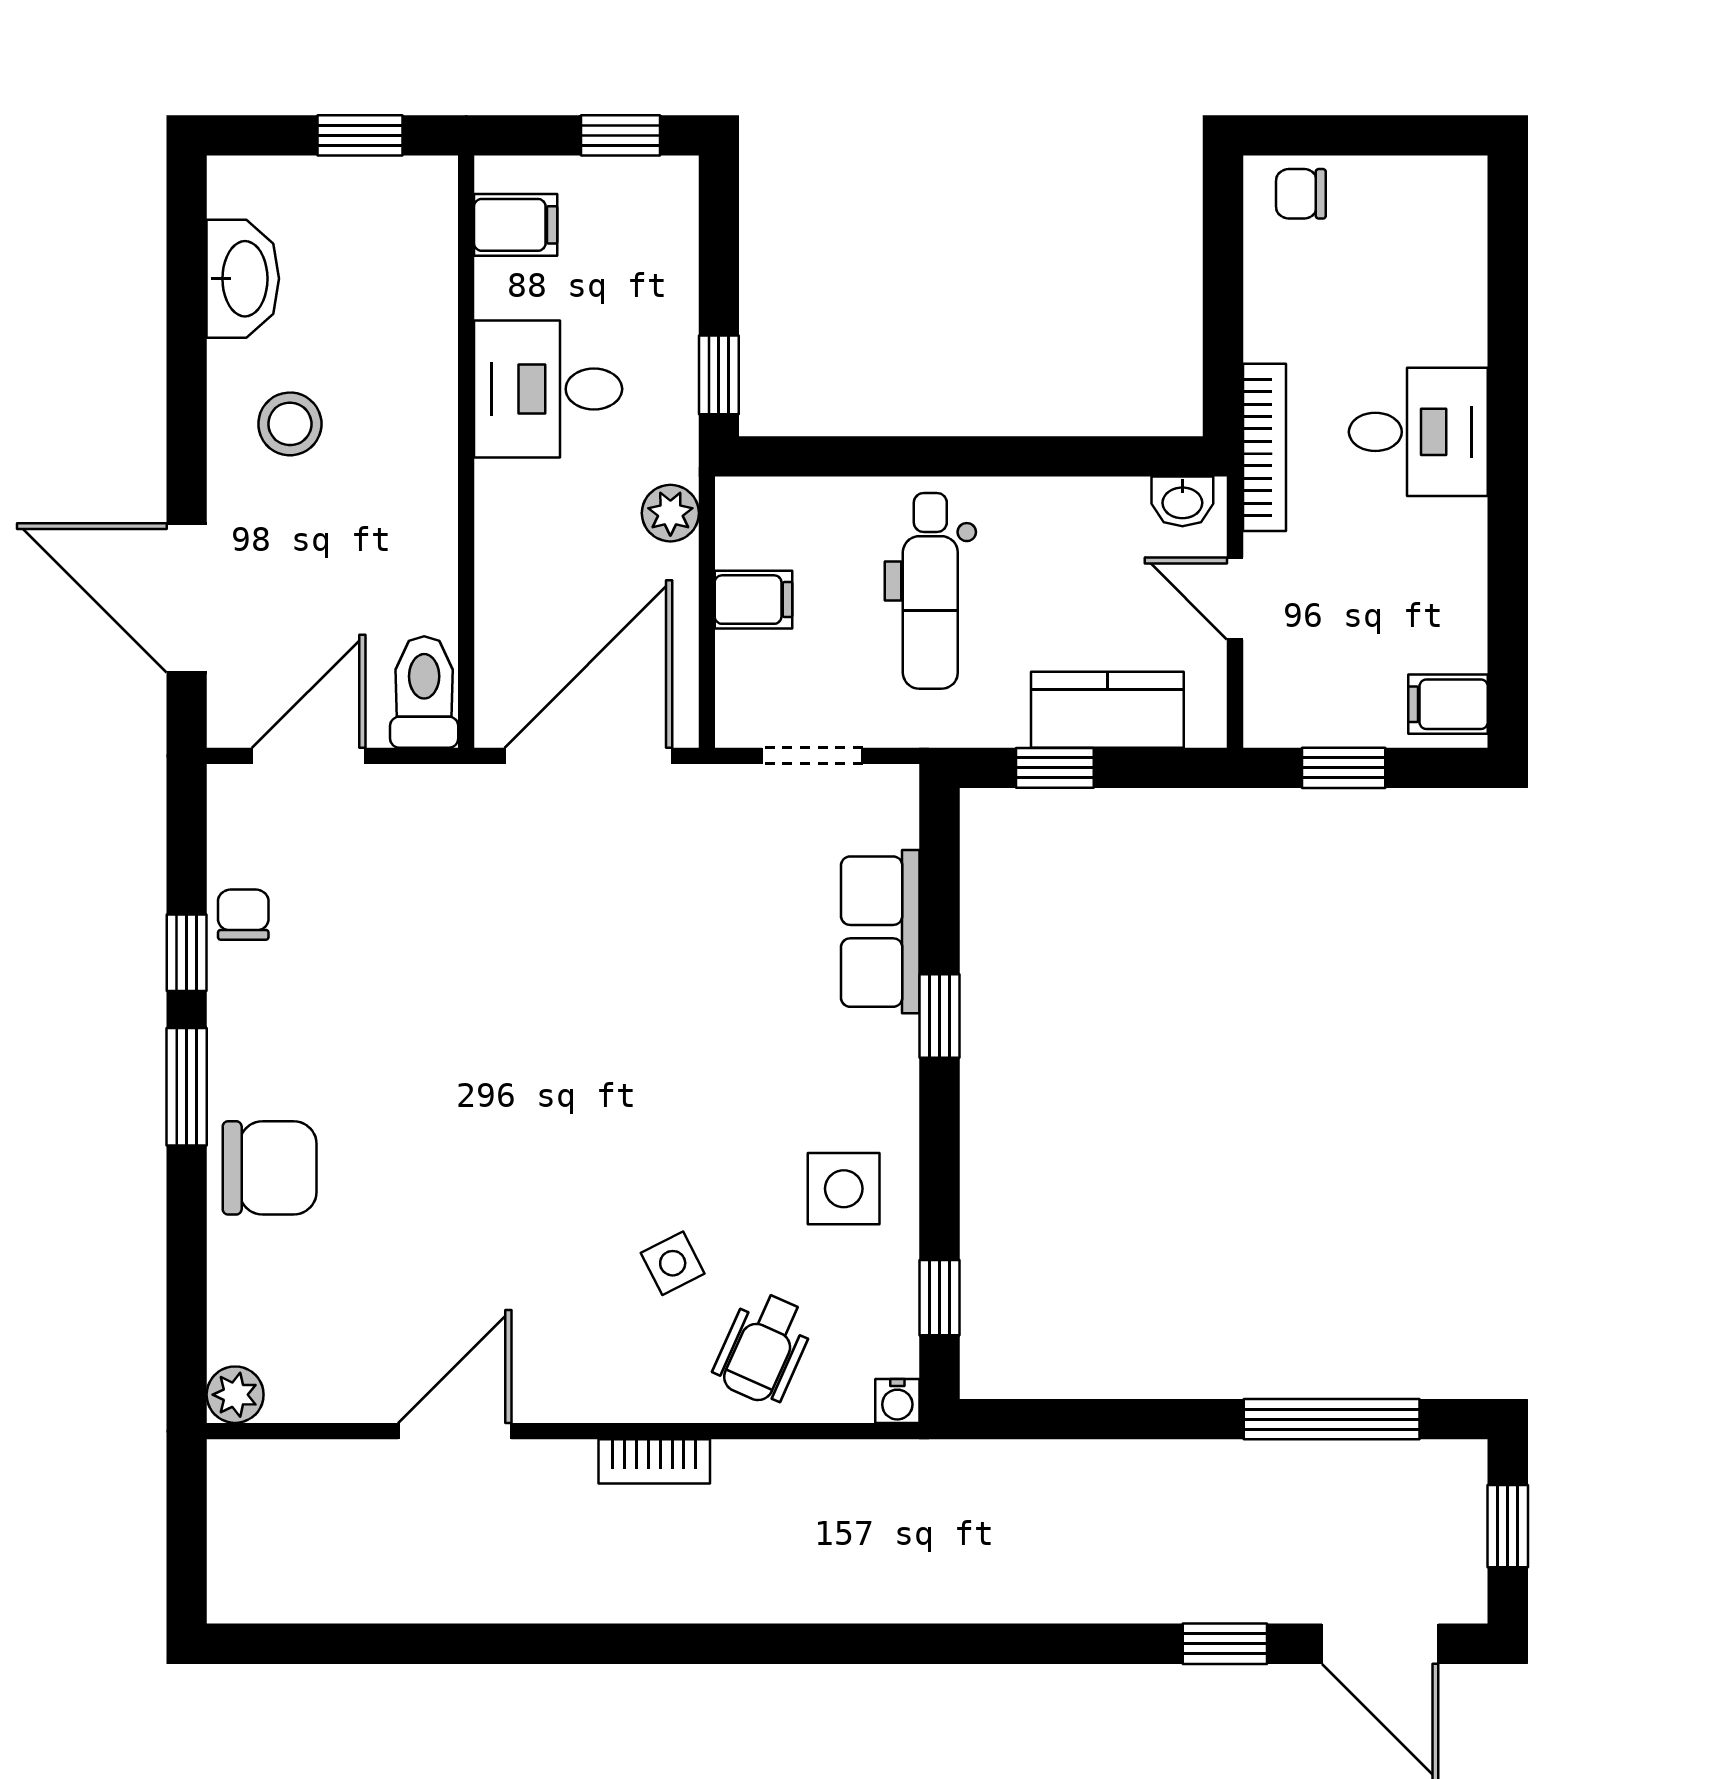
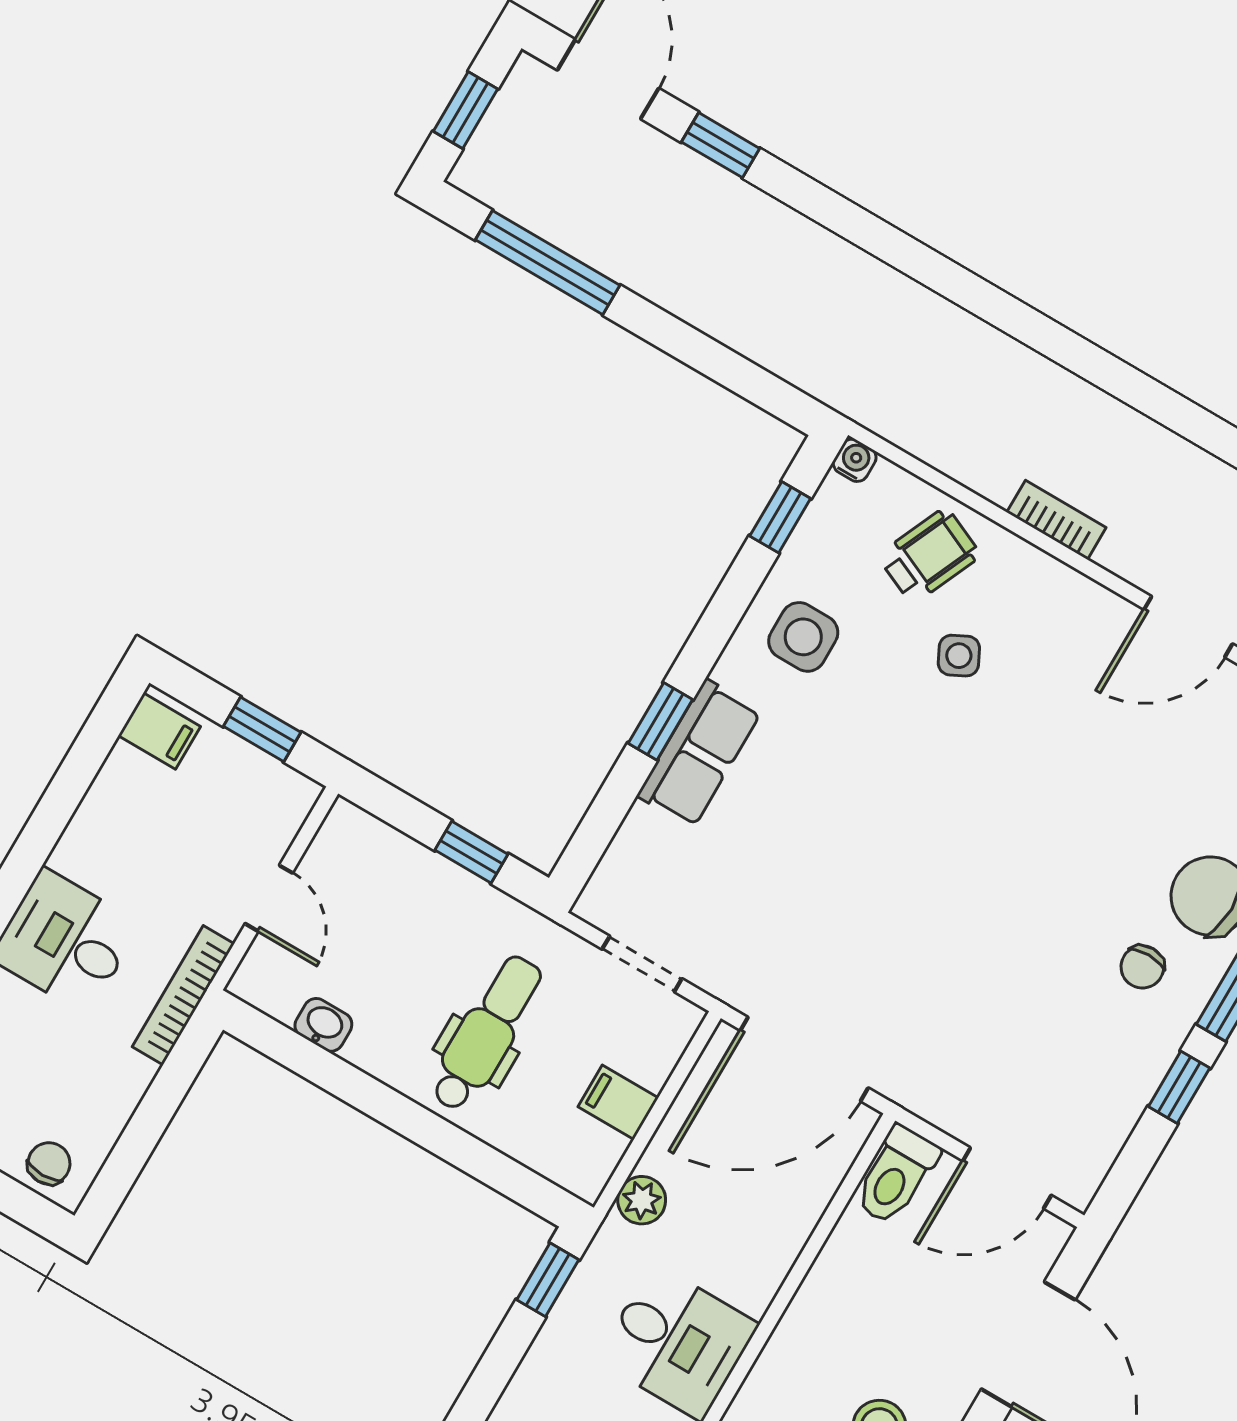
chair: (1301, 194) -> (49, 1163), turned -90
washbasin: (1182, 501) -> (323, 1025), moved
kitchen counter: (1107, 710) -> (409, 872), removed
chair: (243, 915) -> (1142, 967), moved
row of seats: (880, 932) -> (699, 753), moved

